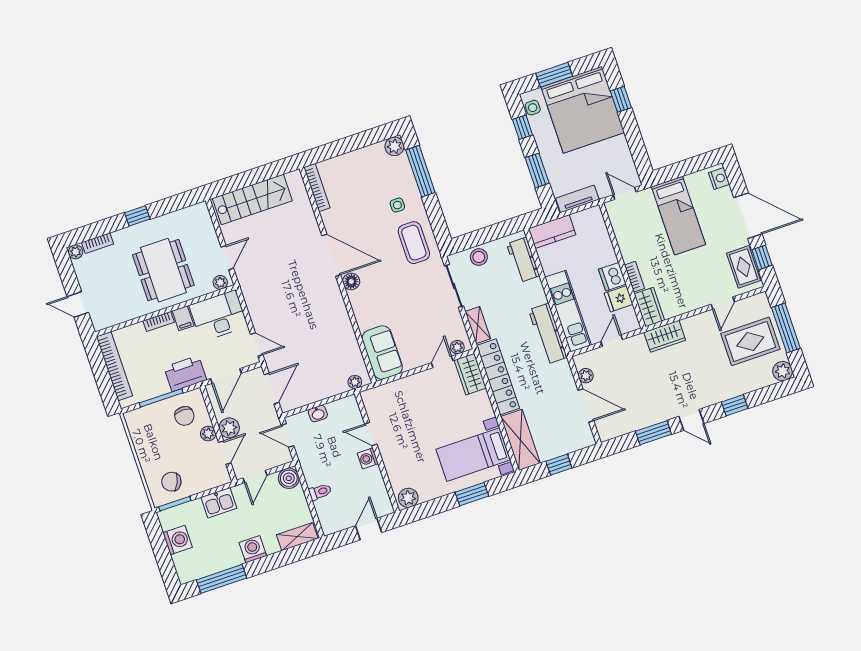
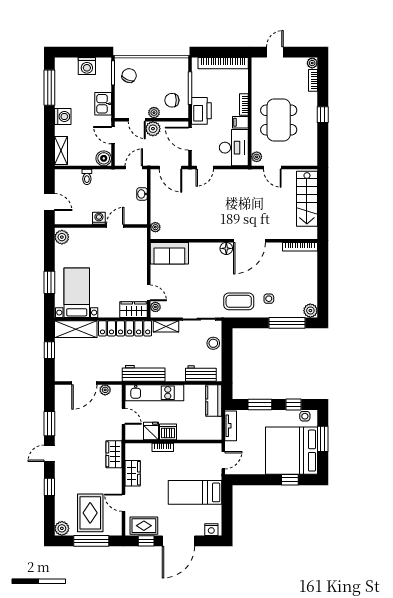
dining table: (163, 270) -> (279, 120), turned 90
wardrobe: (649, 307) -> (133, 473), moved, turned -90

